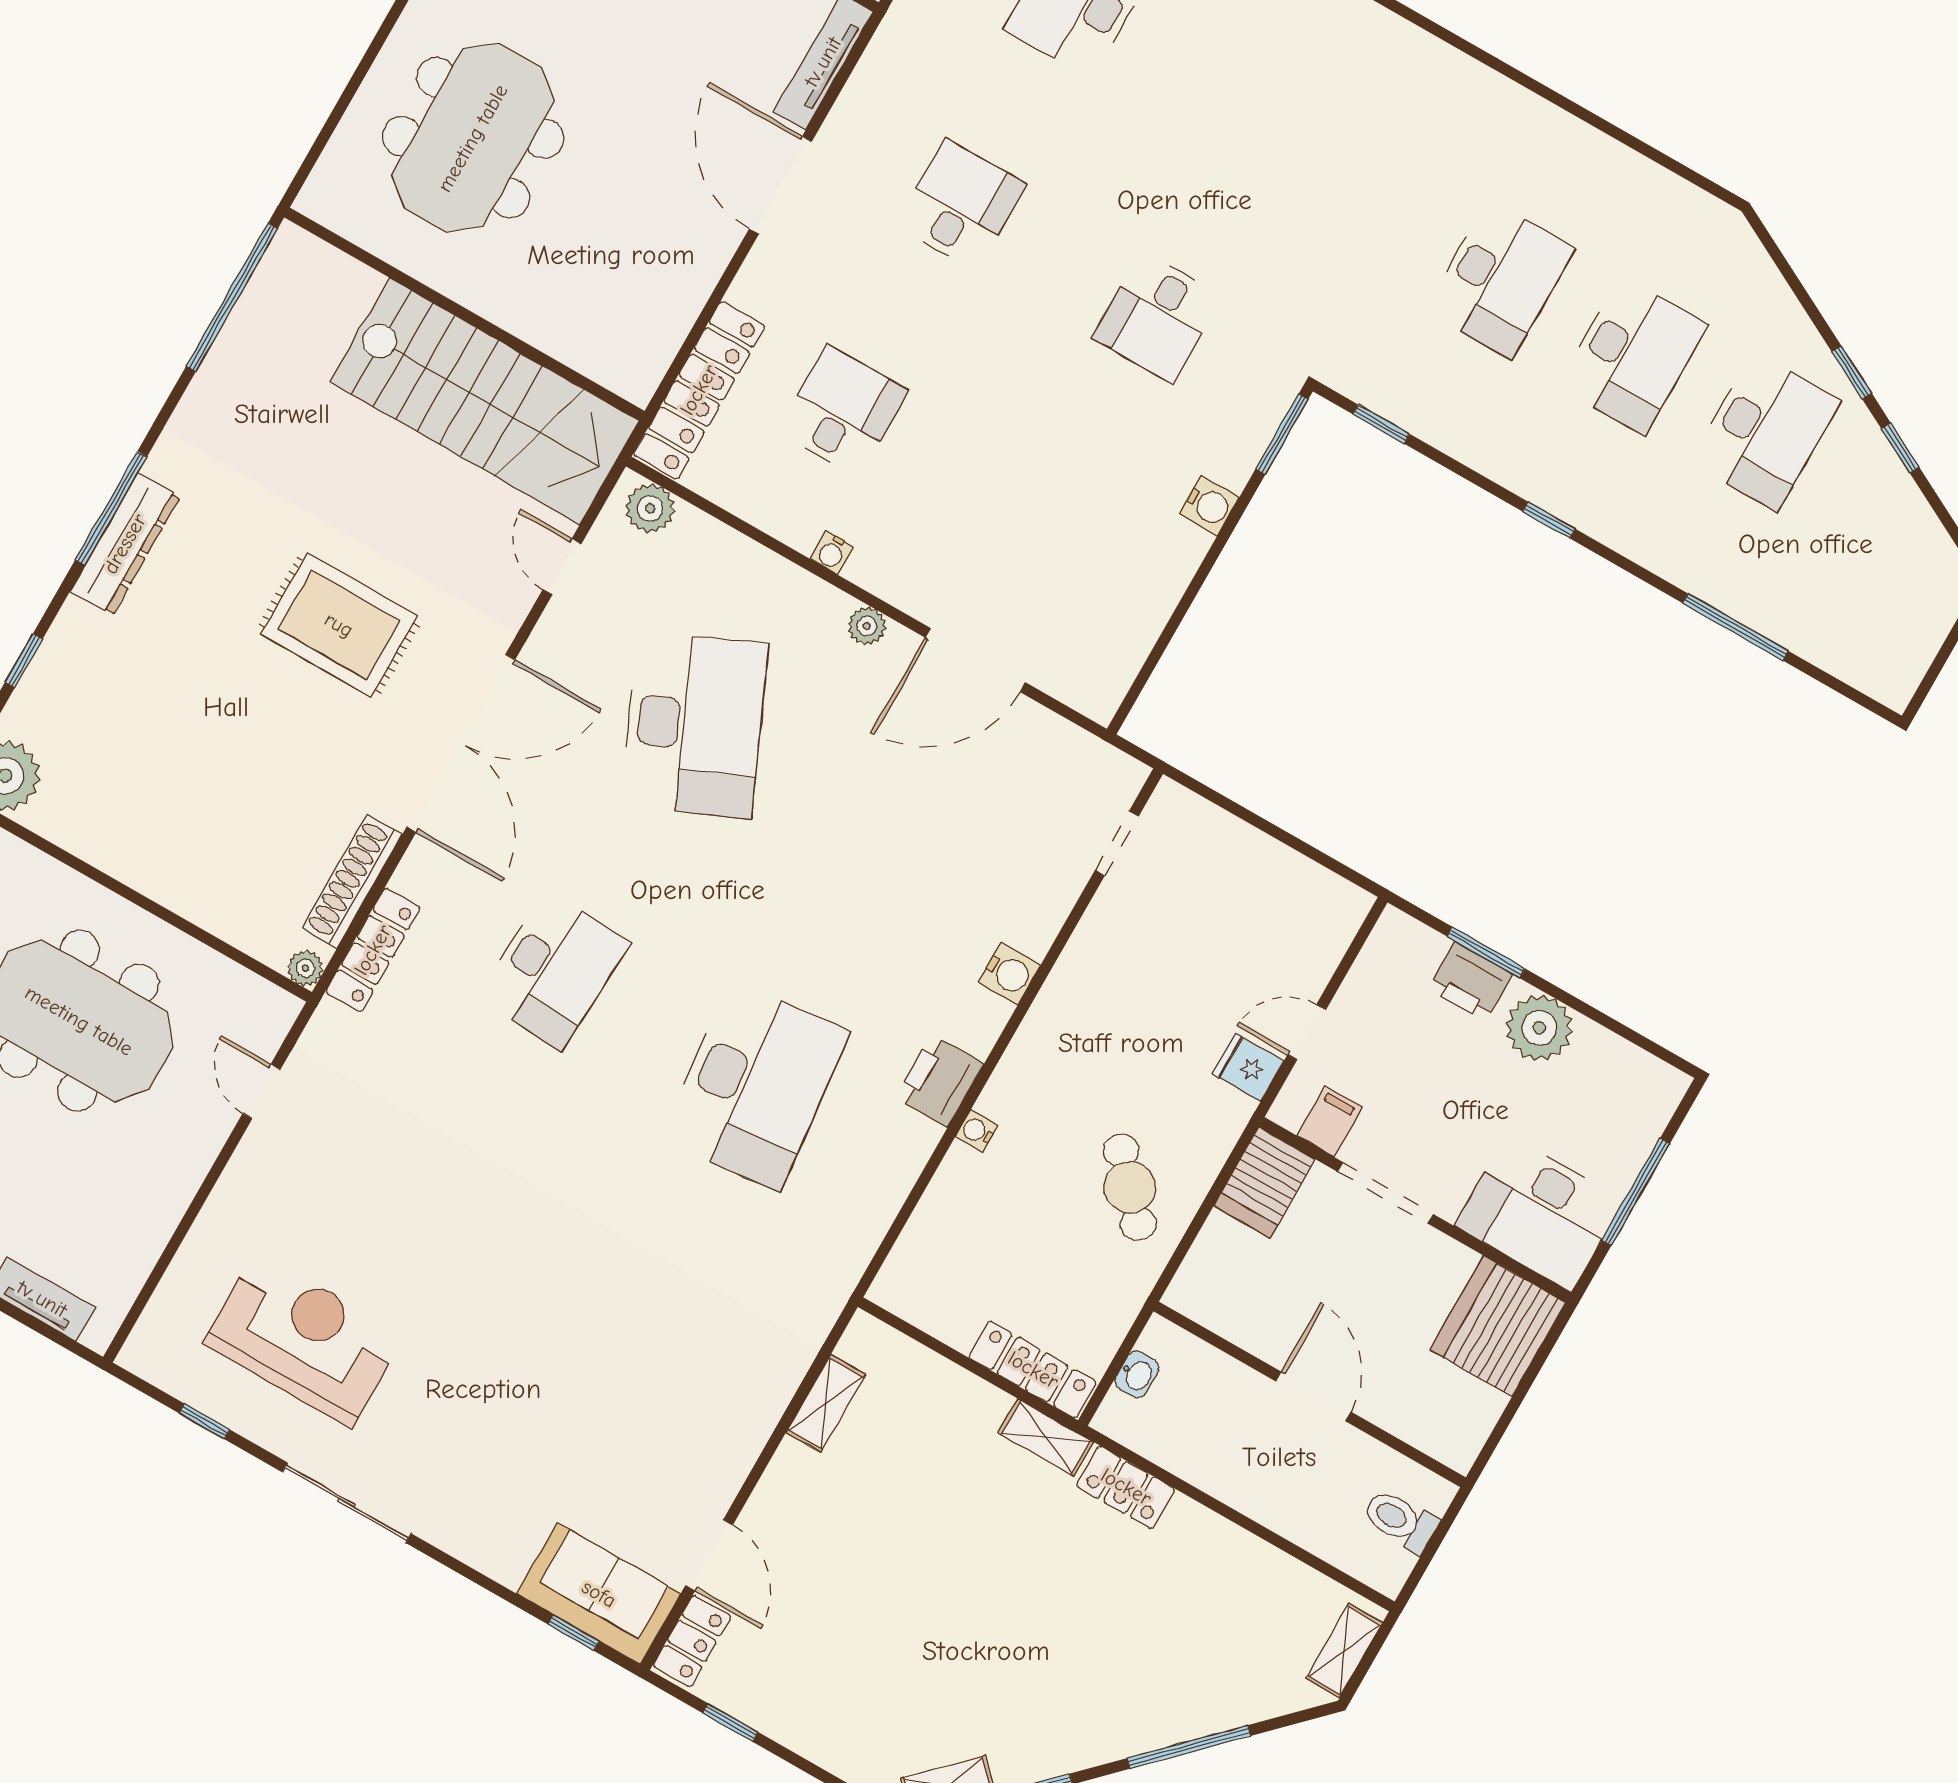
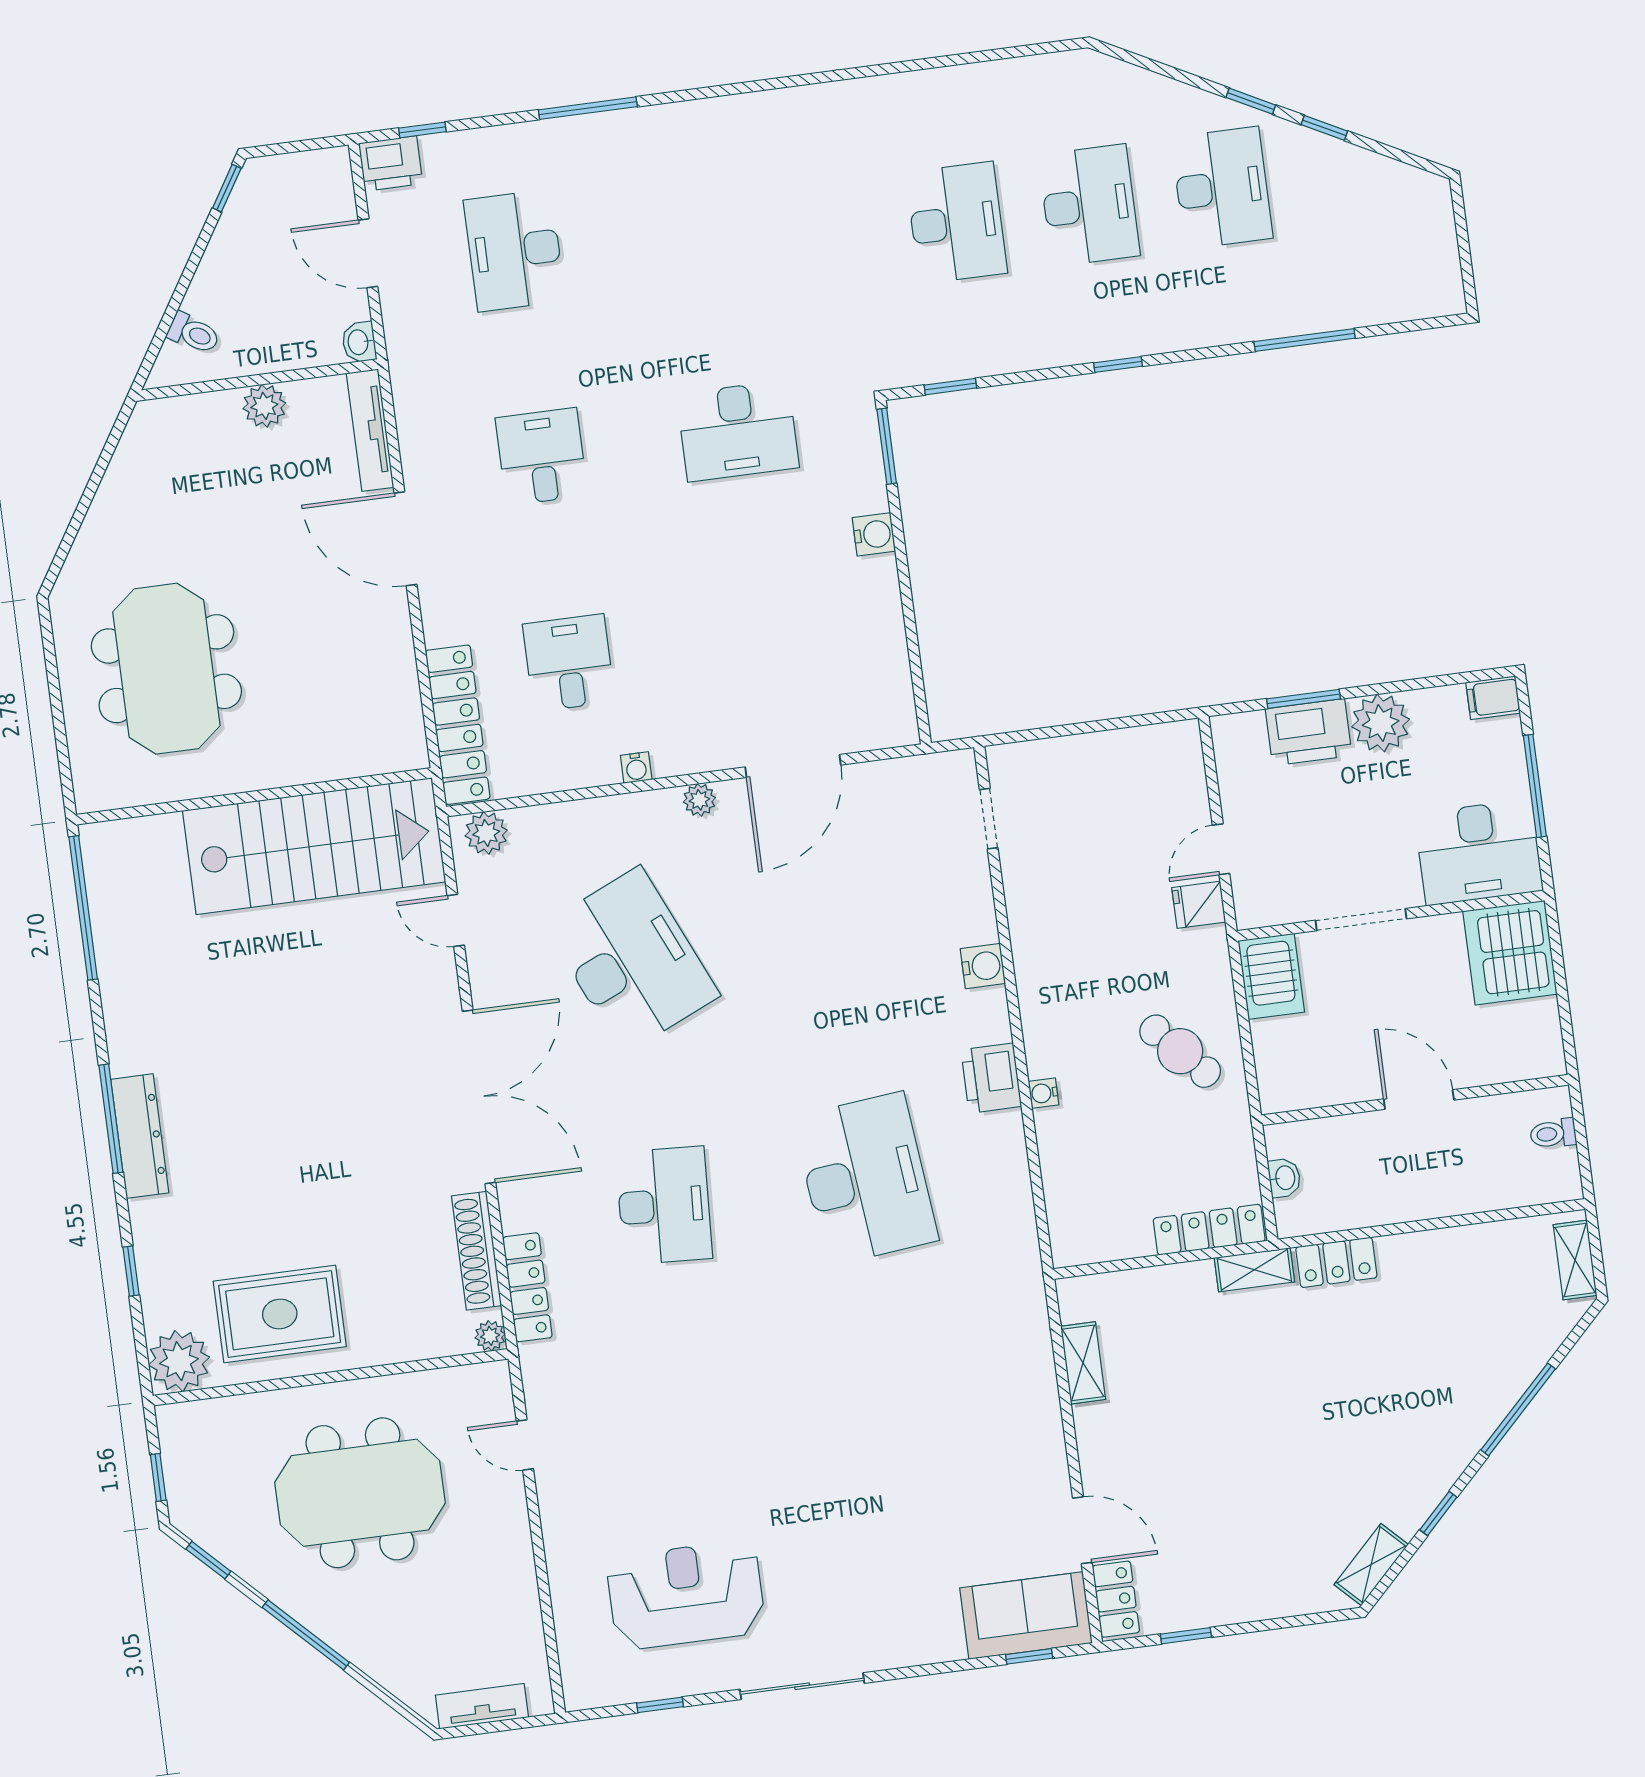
desk: (1157, 317) -> (738, 431), width x1.37
rug: (339, 625) -> (280, 1314), moved
printer: (1470, 982) -> (1309, 732), width x1.37, depth x1.19
filing cabinet: (1329, 1122) -> (1493, 698), moved, turned -90
toilet: (1400, 1521) -> (1553, 1134), width x0.73, depth x0.72

